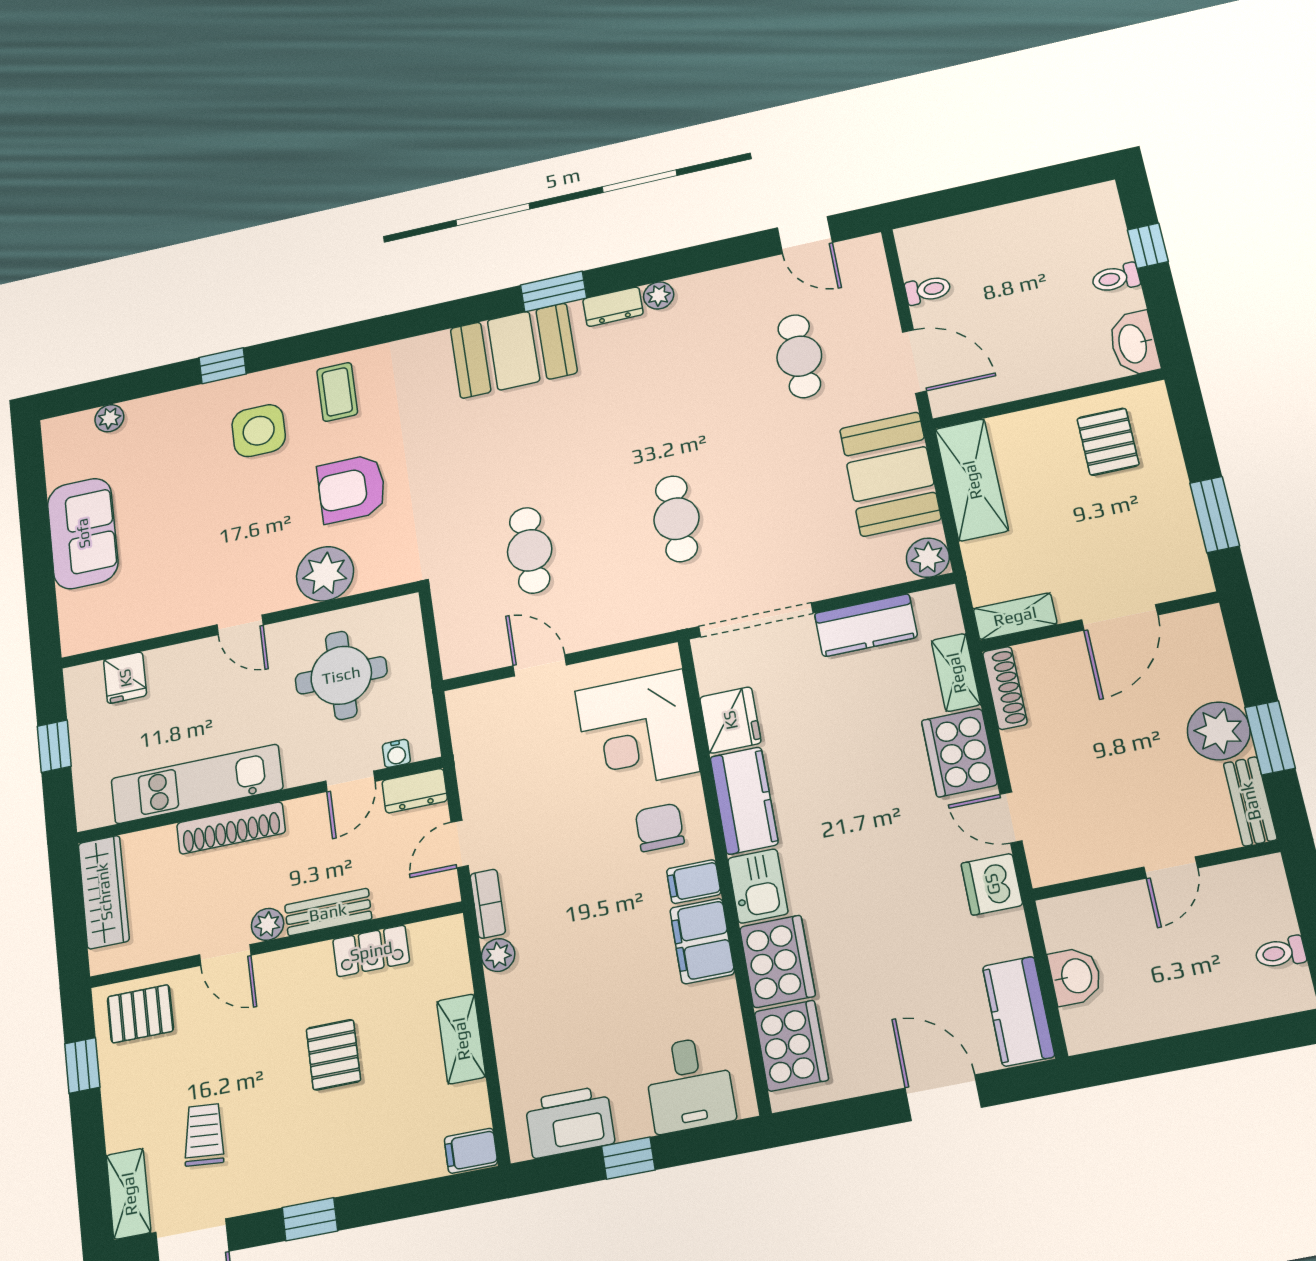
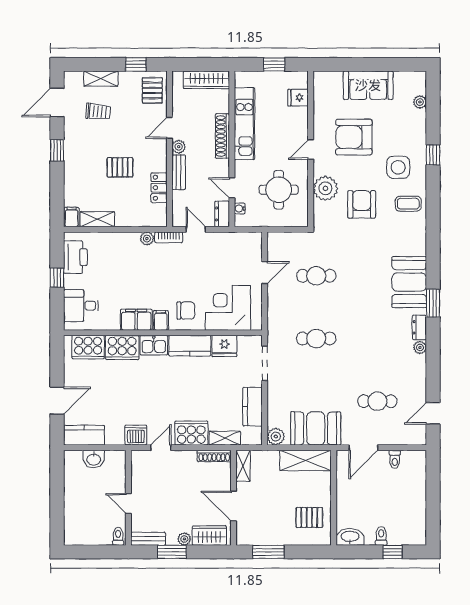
armchair: (201, 538) -> (354, 137), added
doorway: (756, 620) -> (265, 363), width x0.73
wardrobe: (1207, 658) -> (209, 535), added
plant: (1219, 731) -> (184, 539), width x0.53, depth x0.53
toilet: (1280, 953) -> (118, 536), moved
shelving: (461, 1039) -> (97, 219), moved
shelving: (129, 1194) -> (101, 79), moved

